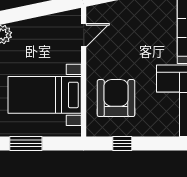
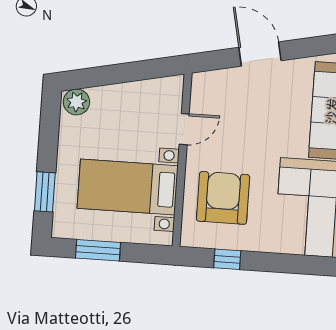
door: (84, 35) -> (184, 129), moved

